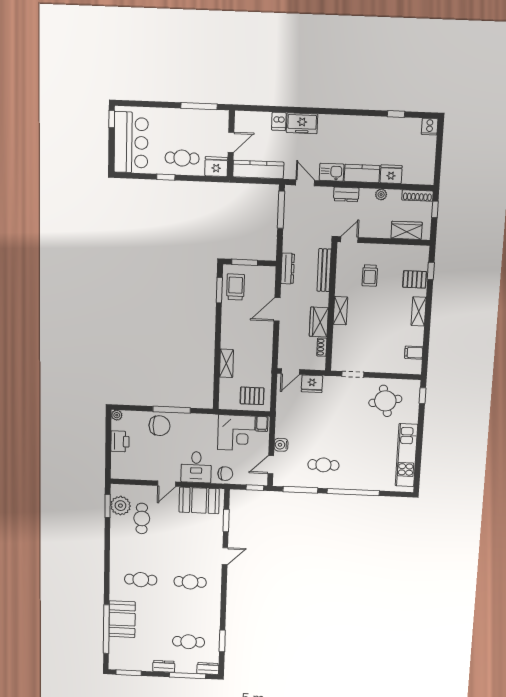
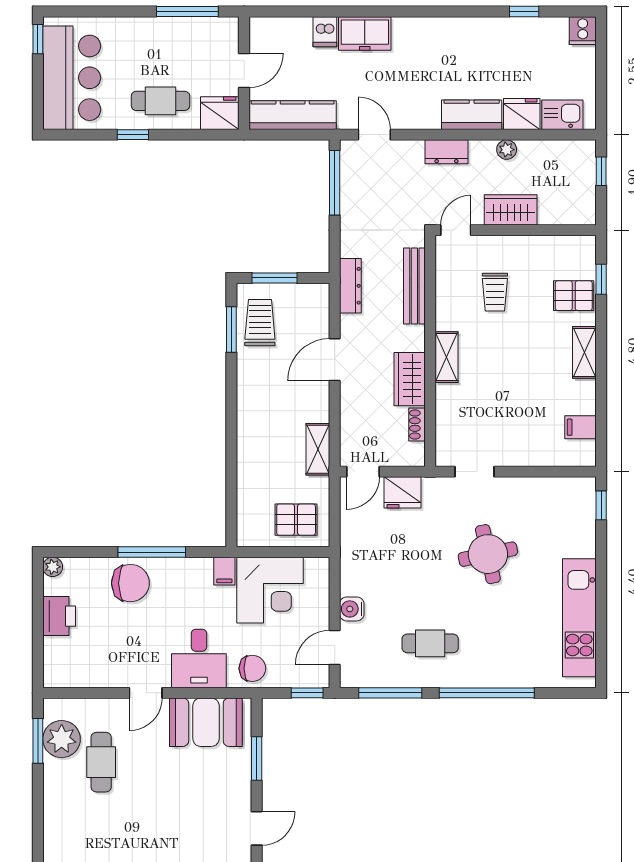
kitchen sink: (332, 172) -> (562, 115), moved
shoe rack: (417, 196) -> (569, 149), removed
wardrobe: (407, 230) -> (511, 210), moved
shelving: (226, 363) -> (318, 449), moved
round table: (385, 401) -> (488, 554), moved
filing cabinet: (262, 424) -> (224, 571), moved

